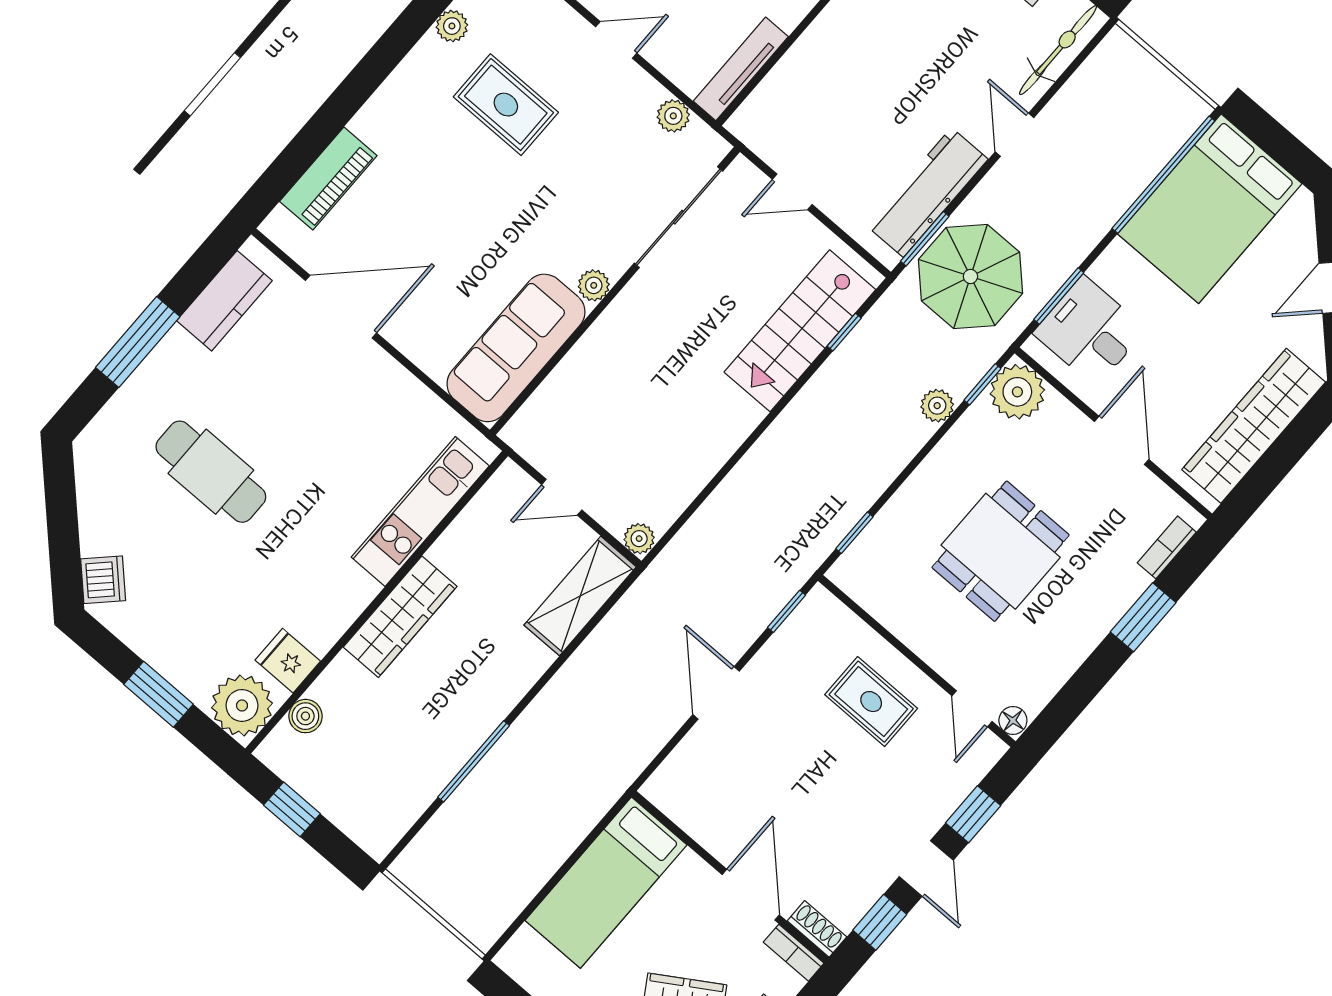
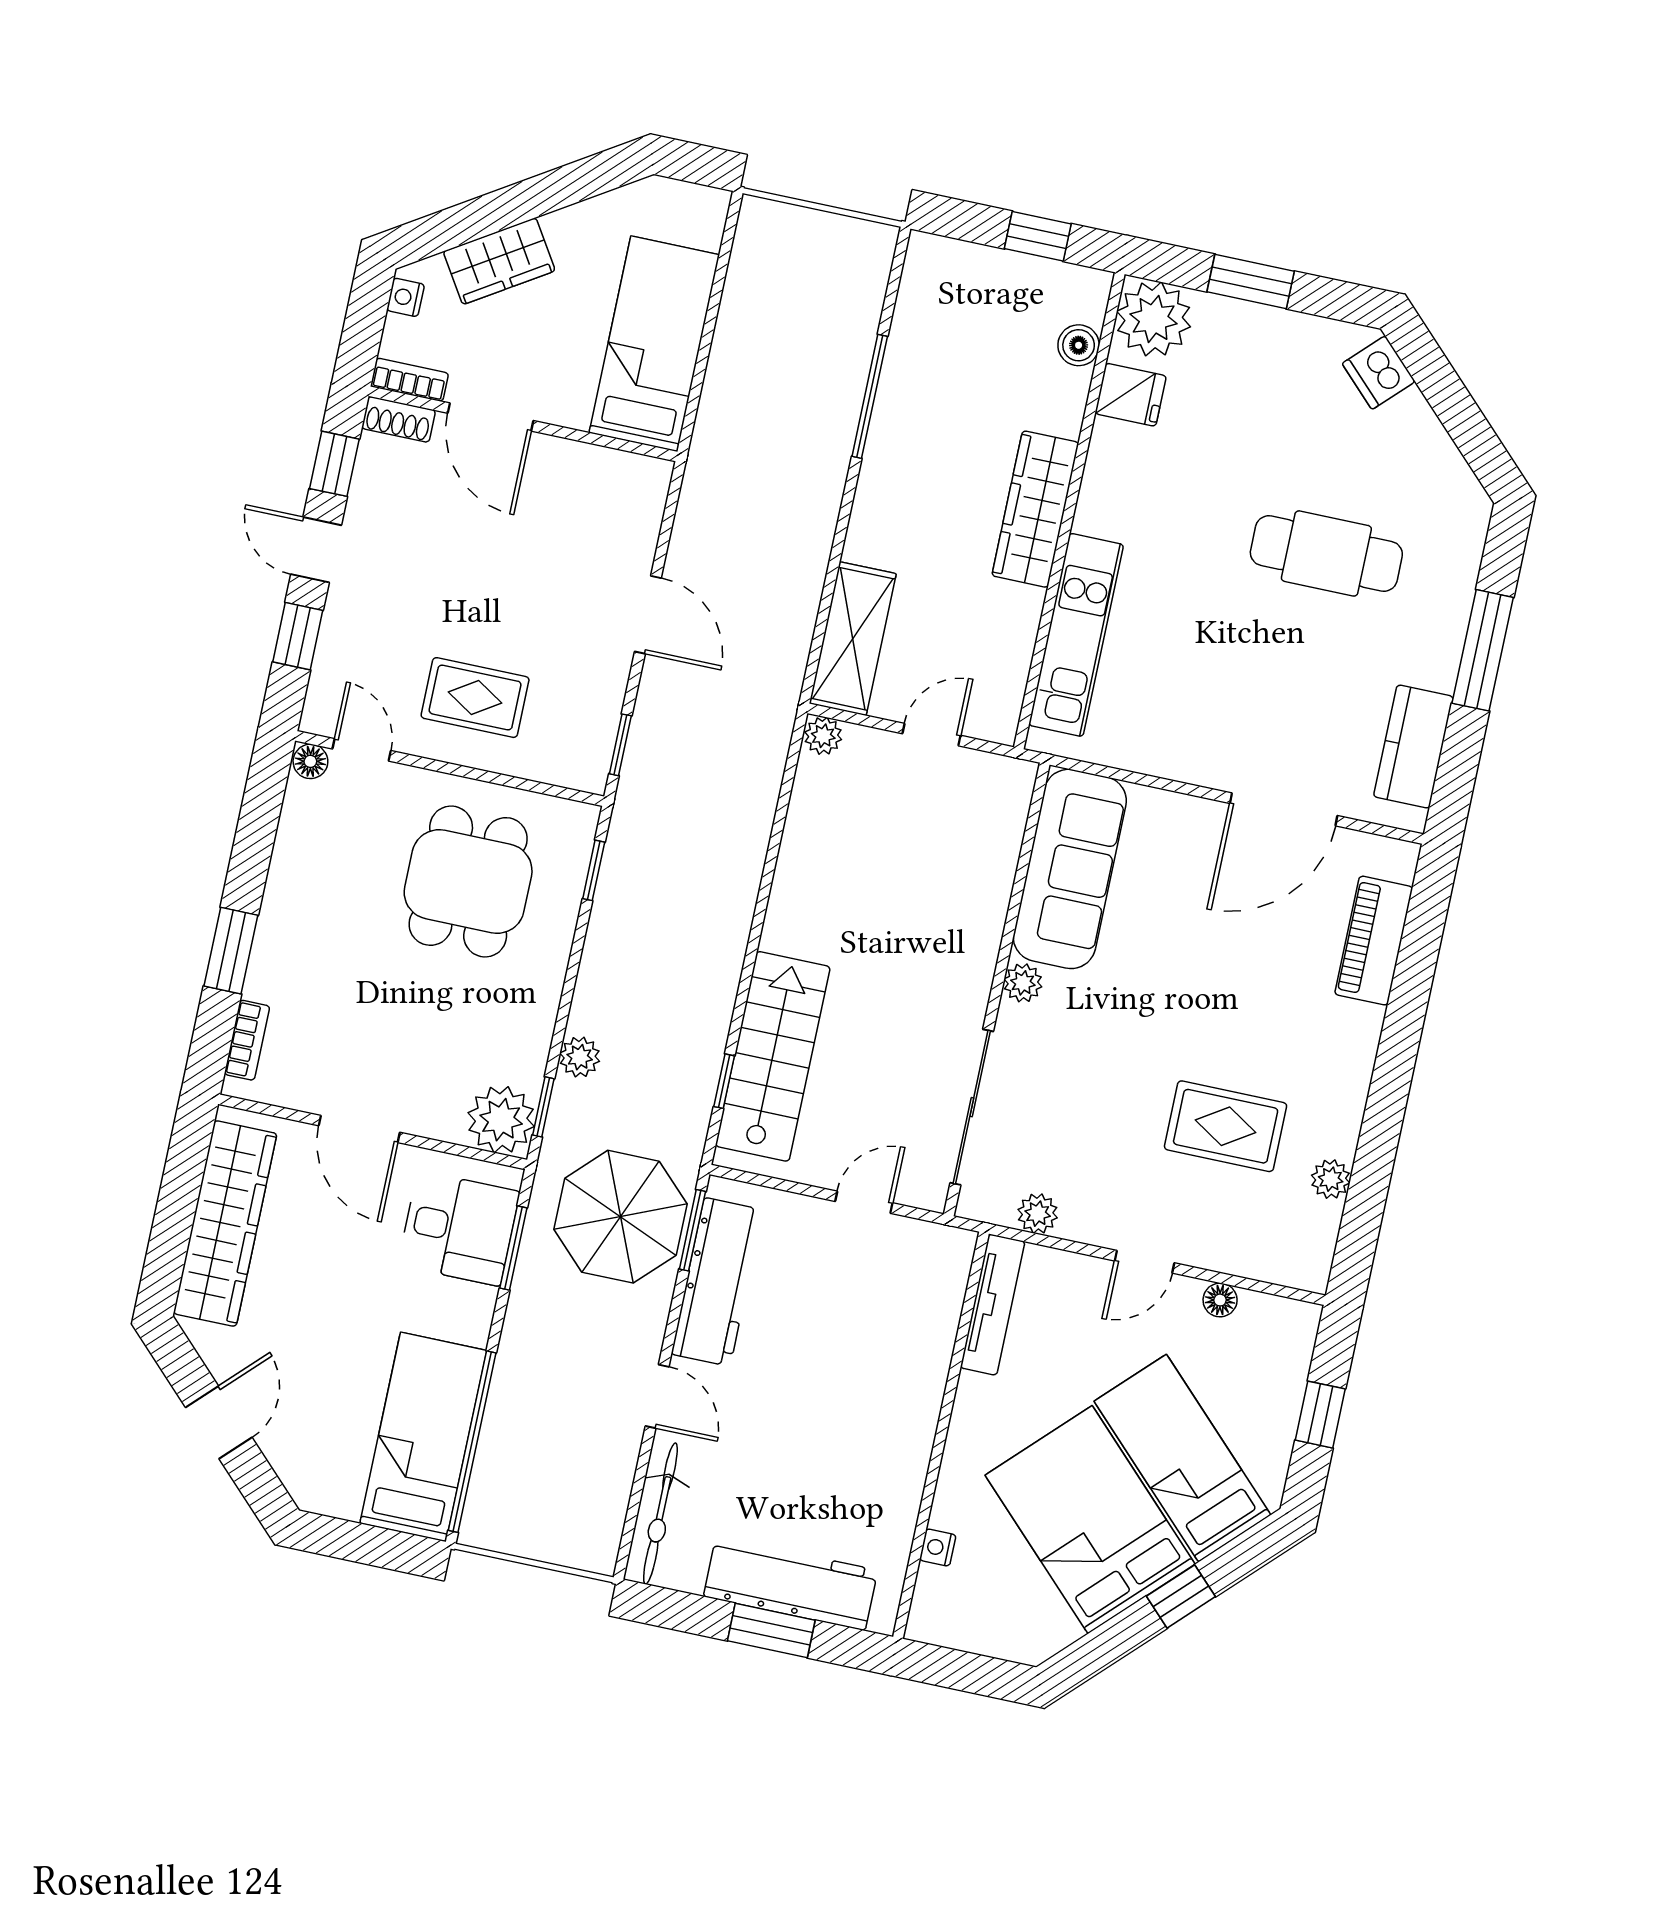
bed: (1210, 209) -> (423, 1437), width x0.67
dining table: (1001, 551) -> (468, 881), moved

